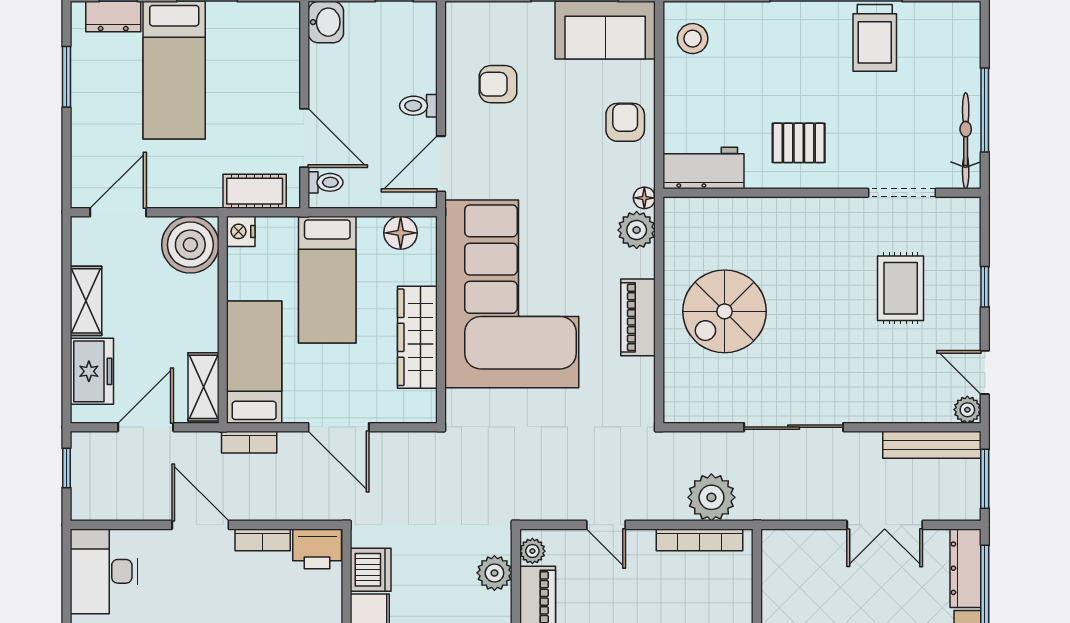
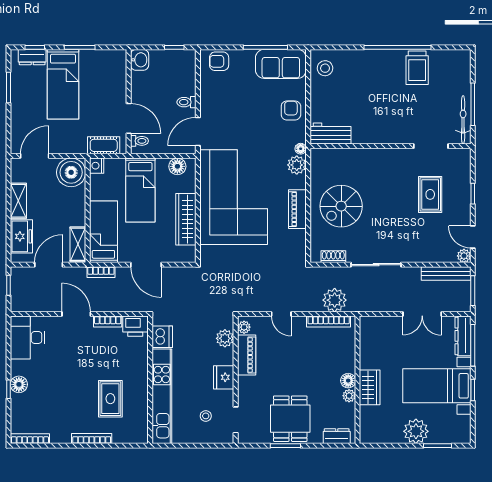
armchair: (498, 84) -> (219, 61), moved
pallet: (799, 143) -> (379, 121), removed
shoe rack: (709, 411) -> (333, 257), added

